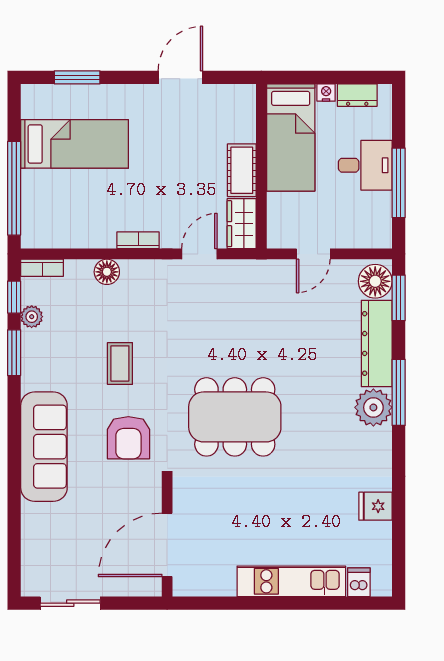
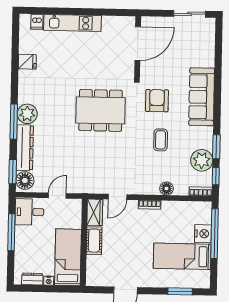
desk: (365, 165) -> (29, 212), moved
nightstand: (36, 188) -> (203, 234), added
plant: (32, 317) -> (202, 160), width x1.87, depth x1.87

